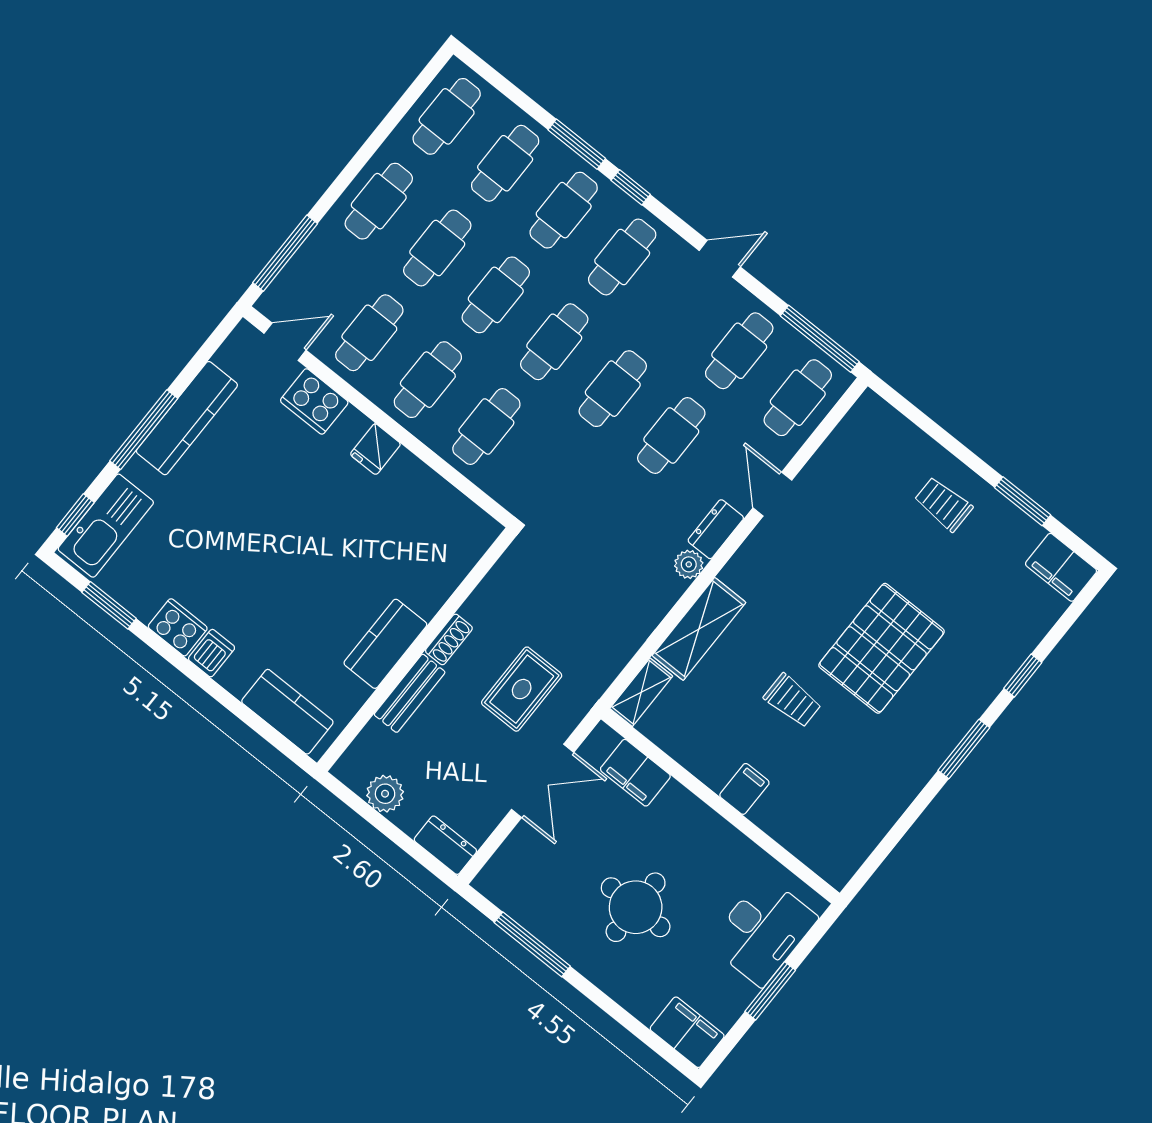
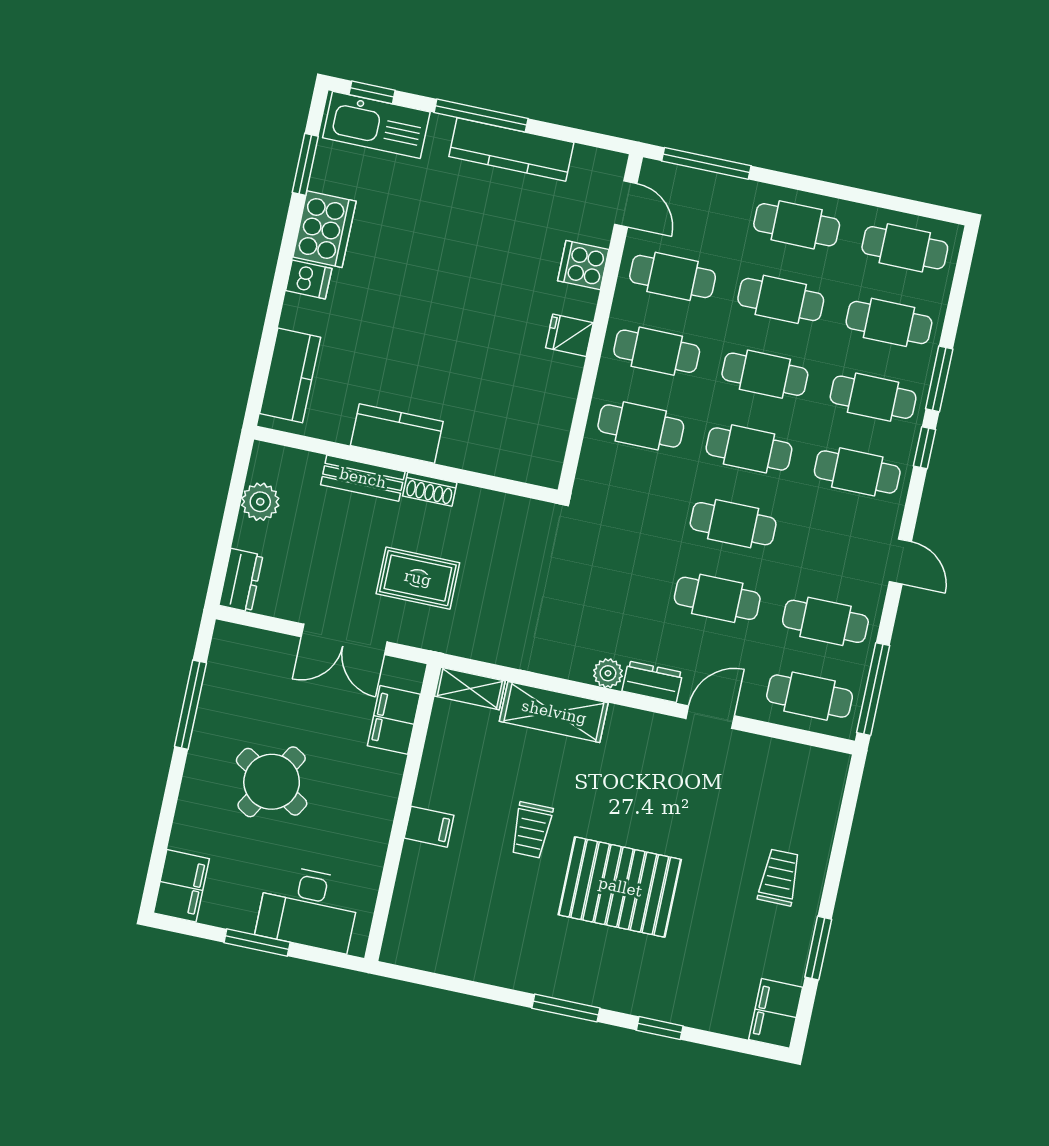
cooker: (314, 401) -> (583, 265), width x0.73
cooker: (178, 627) -> (324, 229), width x1.37, depth x1.31
round table: (636, 907) -> (272, 782), turned 31

